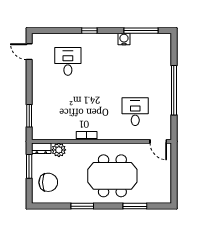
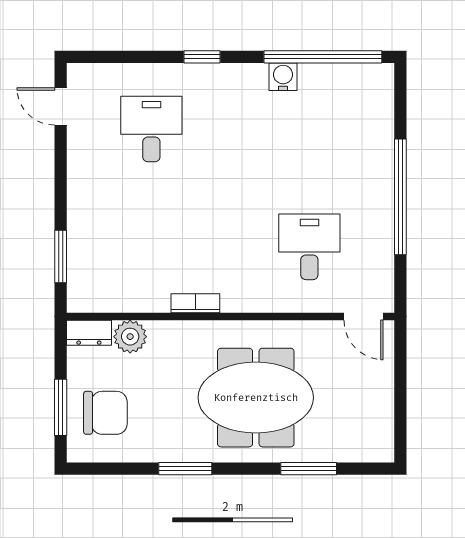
window: (141, 31) -> (323, 57), width x1.46
window: (29, 166) -> (61, 407), moved

